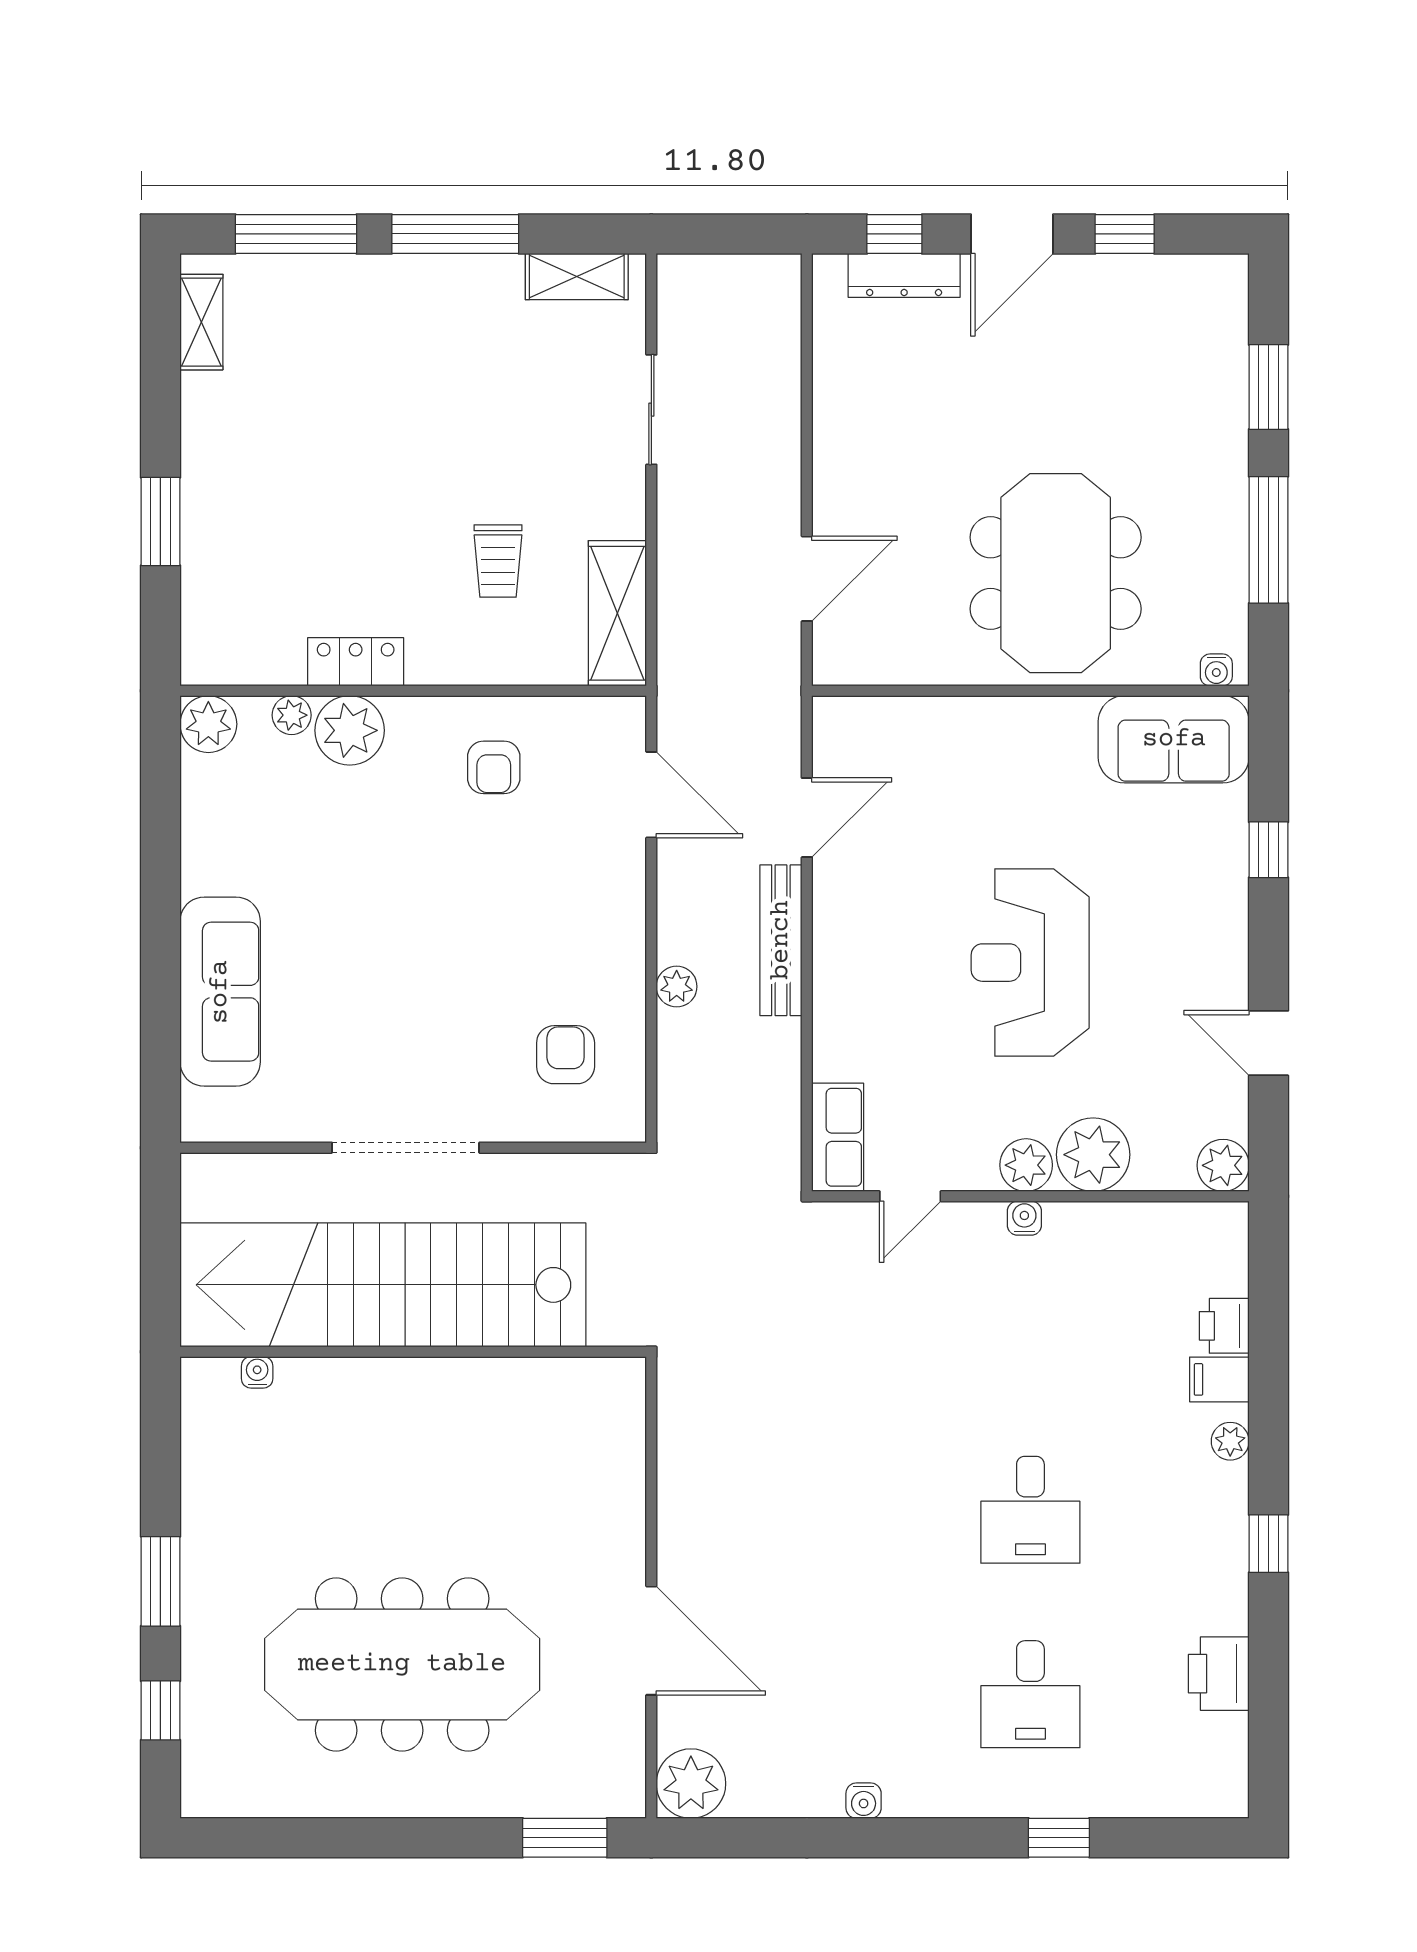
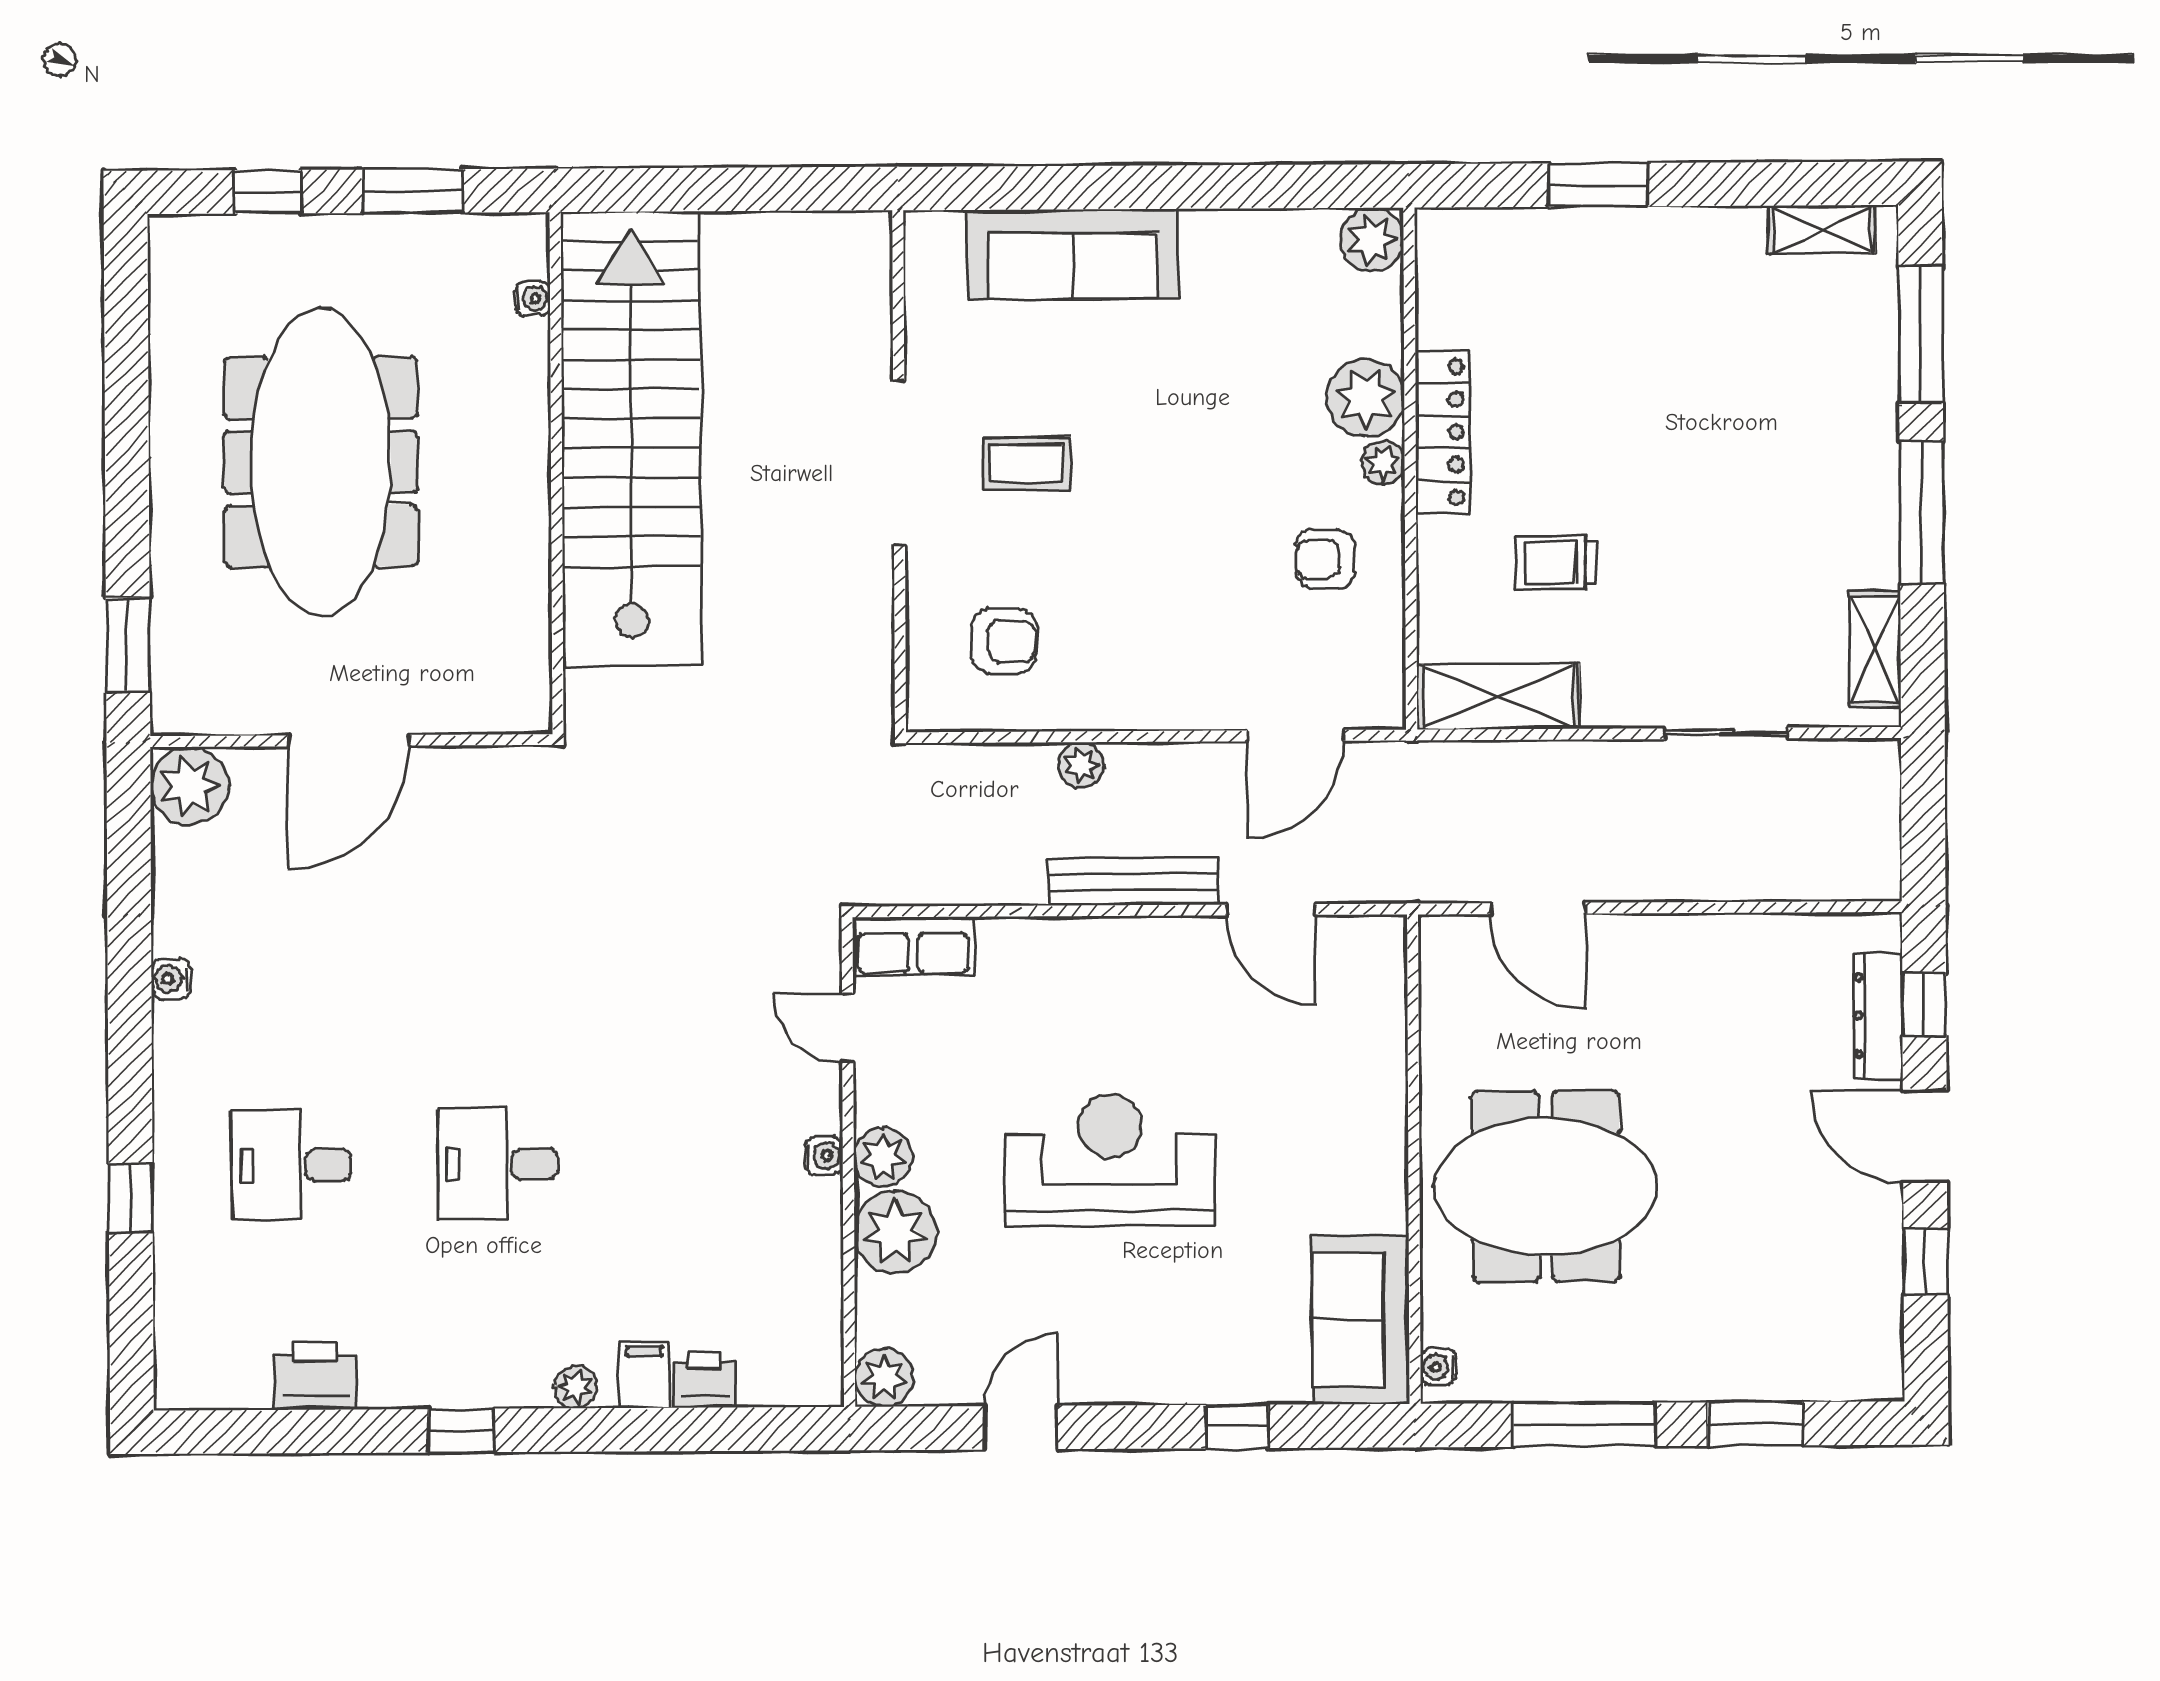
locker: (356, 662) -> (1443, 432), width x1.53
plant: (292, 715) -> (1383, 463), moved
coffee table: (407, 1034) -> (1026, 464), added
stairs: (383, 1285) -> (631, 439), moved
wall: (413, 1352) -> (557, 473), moved
water cooler: (257, 1372) -> (533, 299), moved

